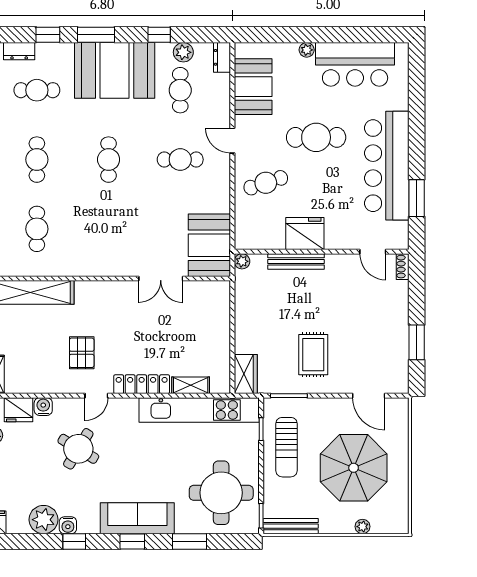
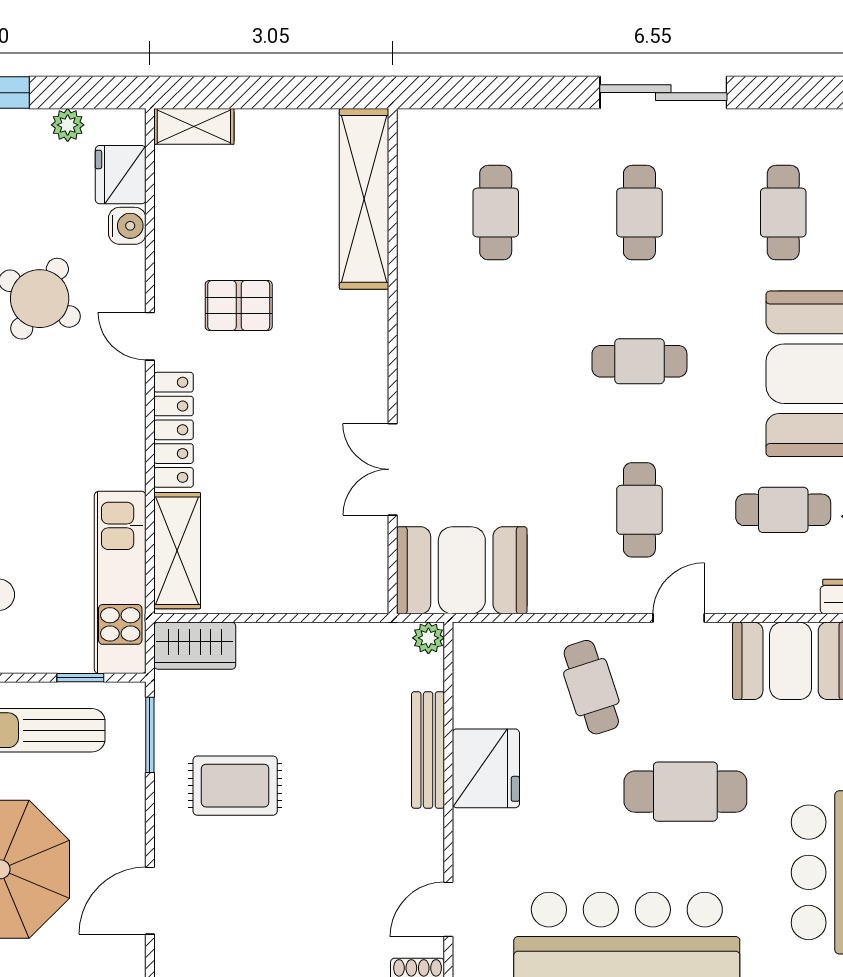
cafe table: (316, 137) -> (685, 792), turned 90
cafe table: (37, 160) -> (639, 213), turned 90
cafe table: (37, 229) -> (496, 213), turned 90
shelving: (191, 385) -> (177, 551), width x1.50, depth x1.33
kitchen unit: (199, 410) -> (120, 582), width x0.73

